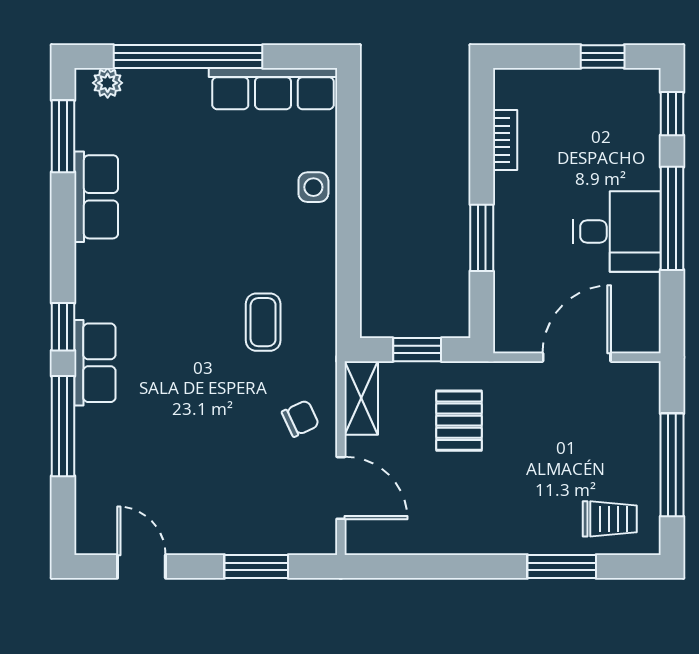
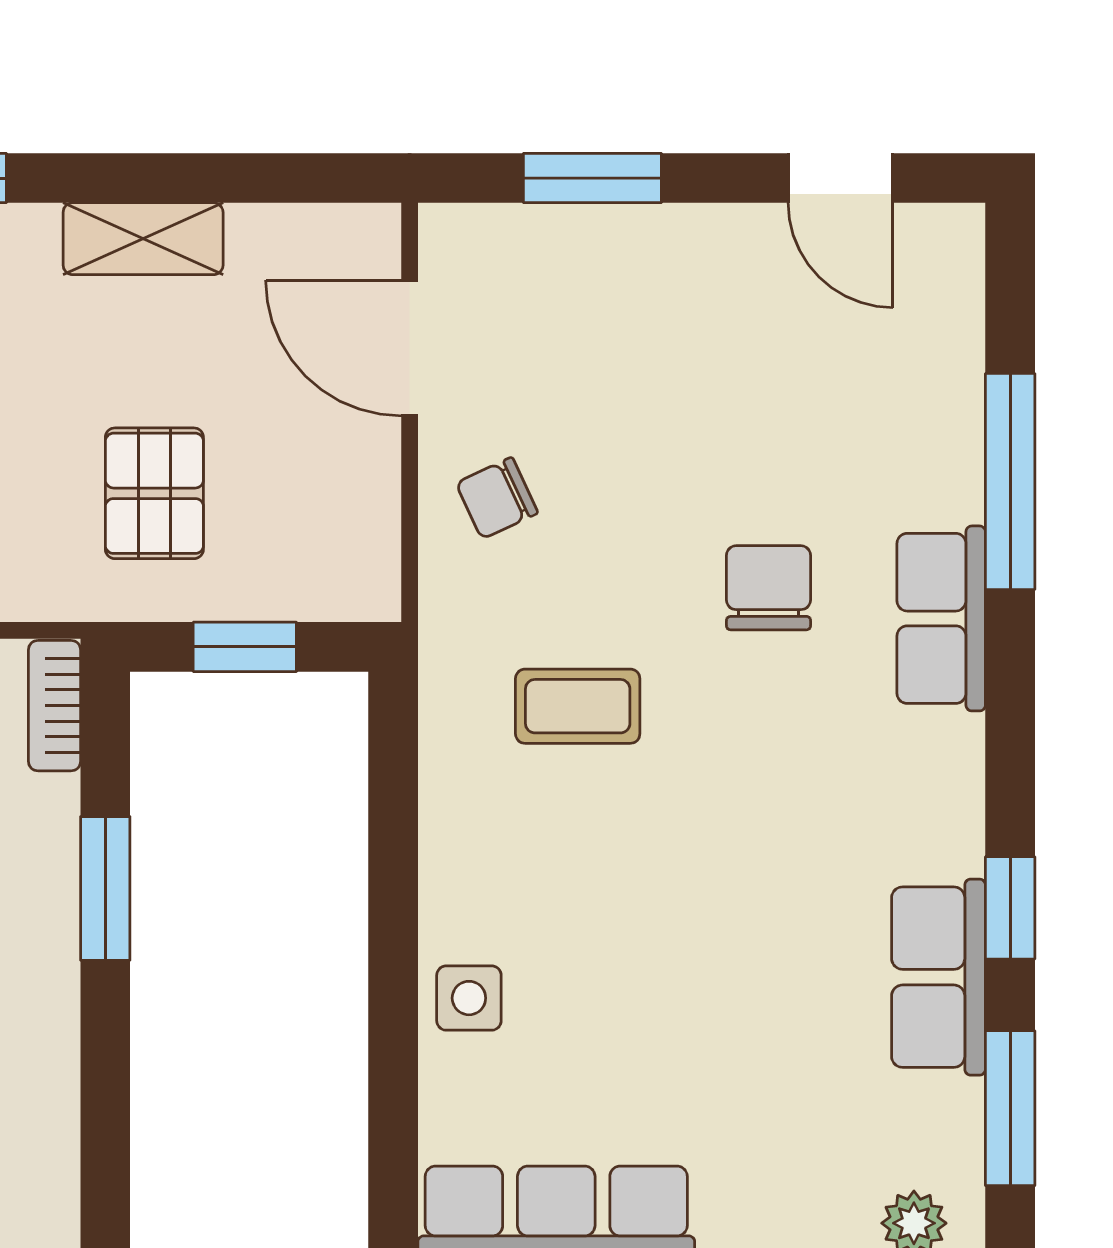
bookcase: (505, 140) -> (55, 706), moved
coffee table: (263, 322) -> (578, 706), turned 90
window: (63, 327) -> (1010, 908), moved
chair: (175, 377) -> (769, 588), added
shelving: (361, 398) -> (143, 239), moved, turned 90

